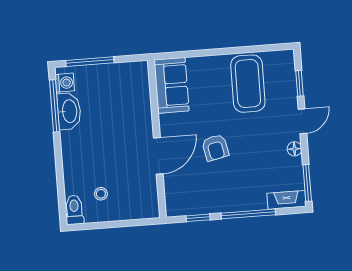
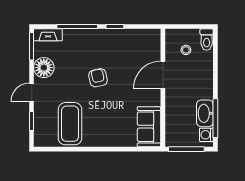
sofa: (171, 85) -> (149, 127), moved
wall: (157, 139) -> (163, 88), moved
floor lamp: (294, 149) -> (44, 68), width x1.89, depth x1.89
door: (158, 156) -> (163, 75), moved

